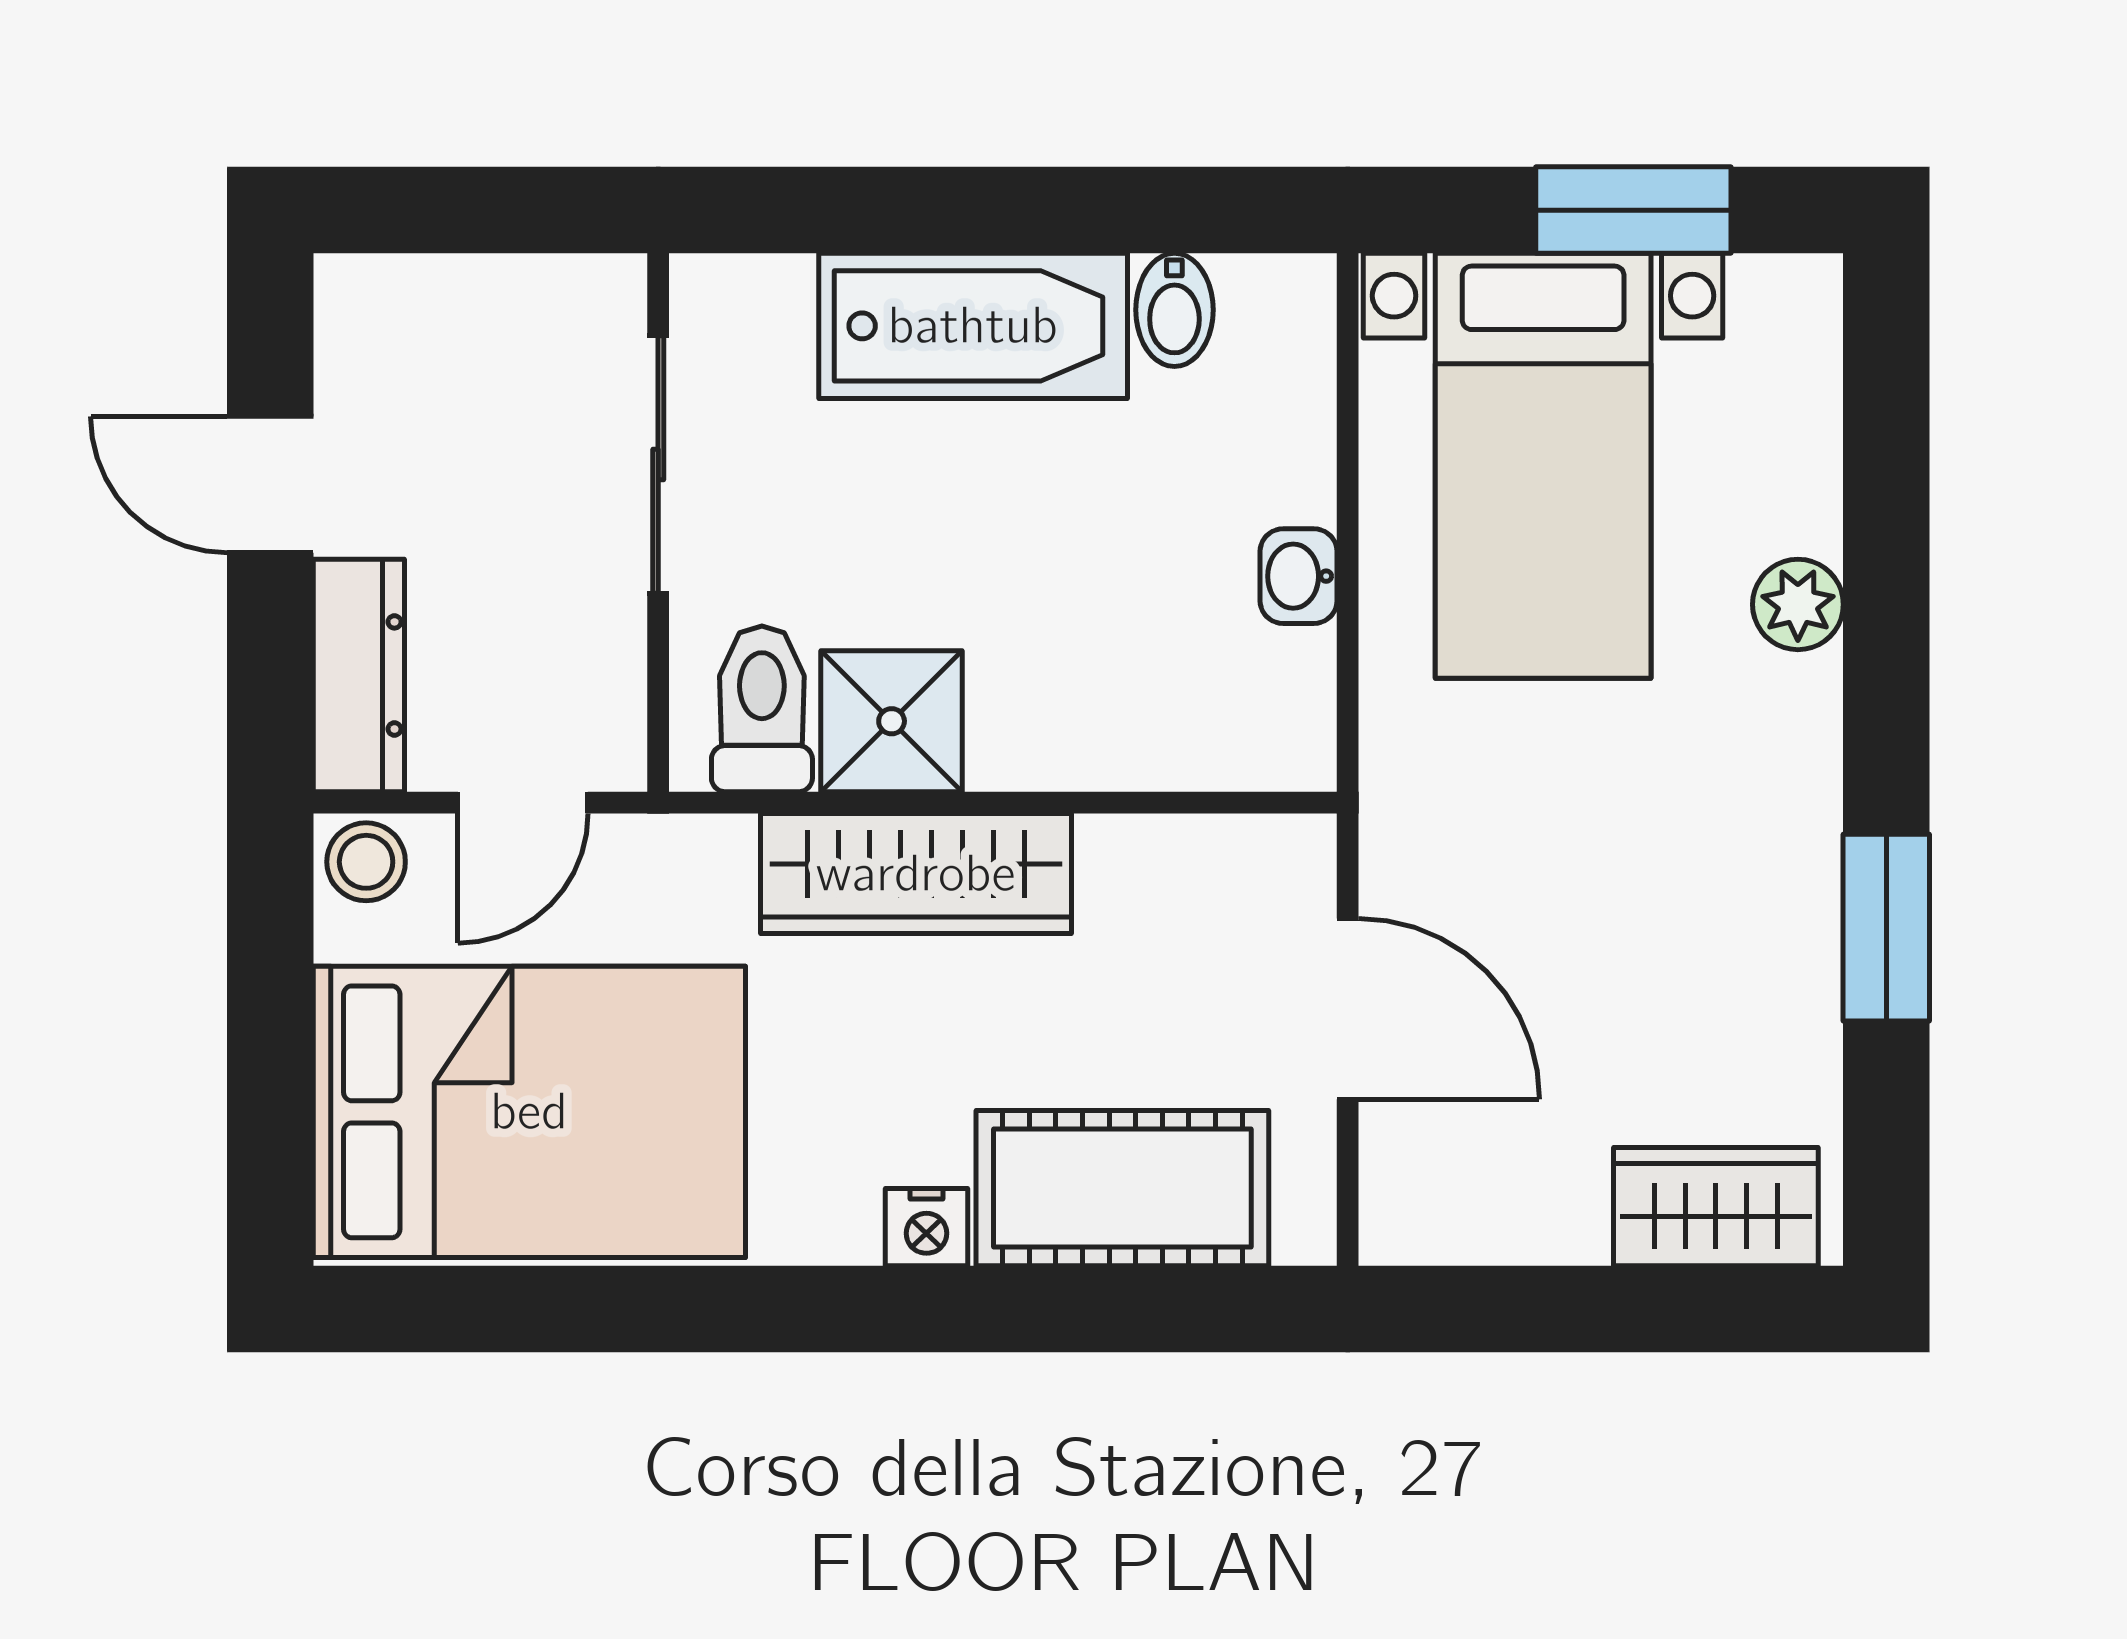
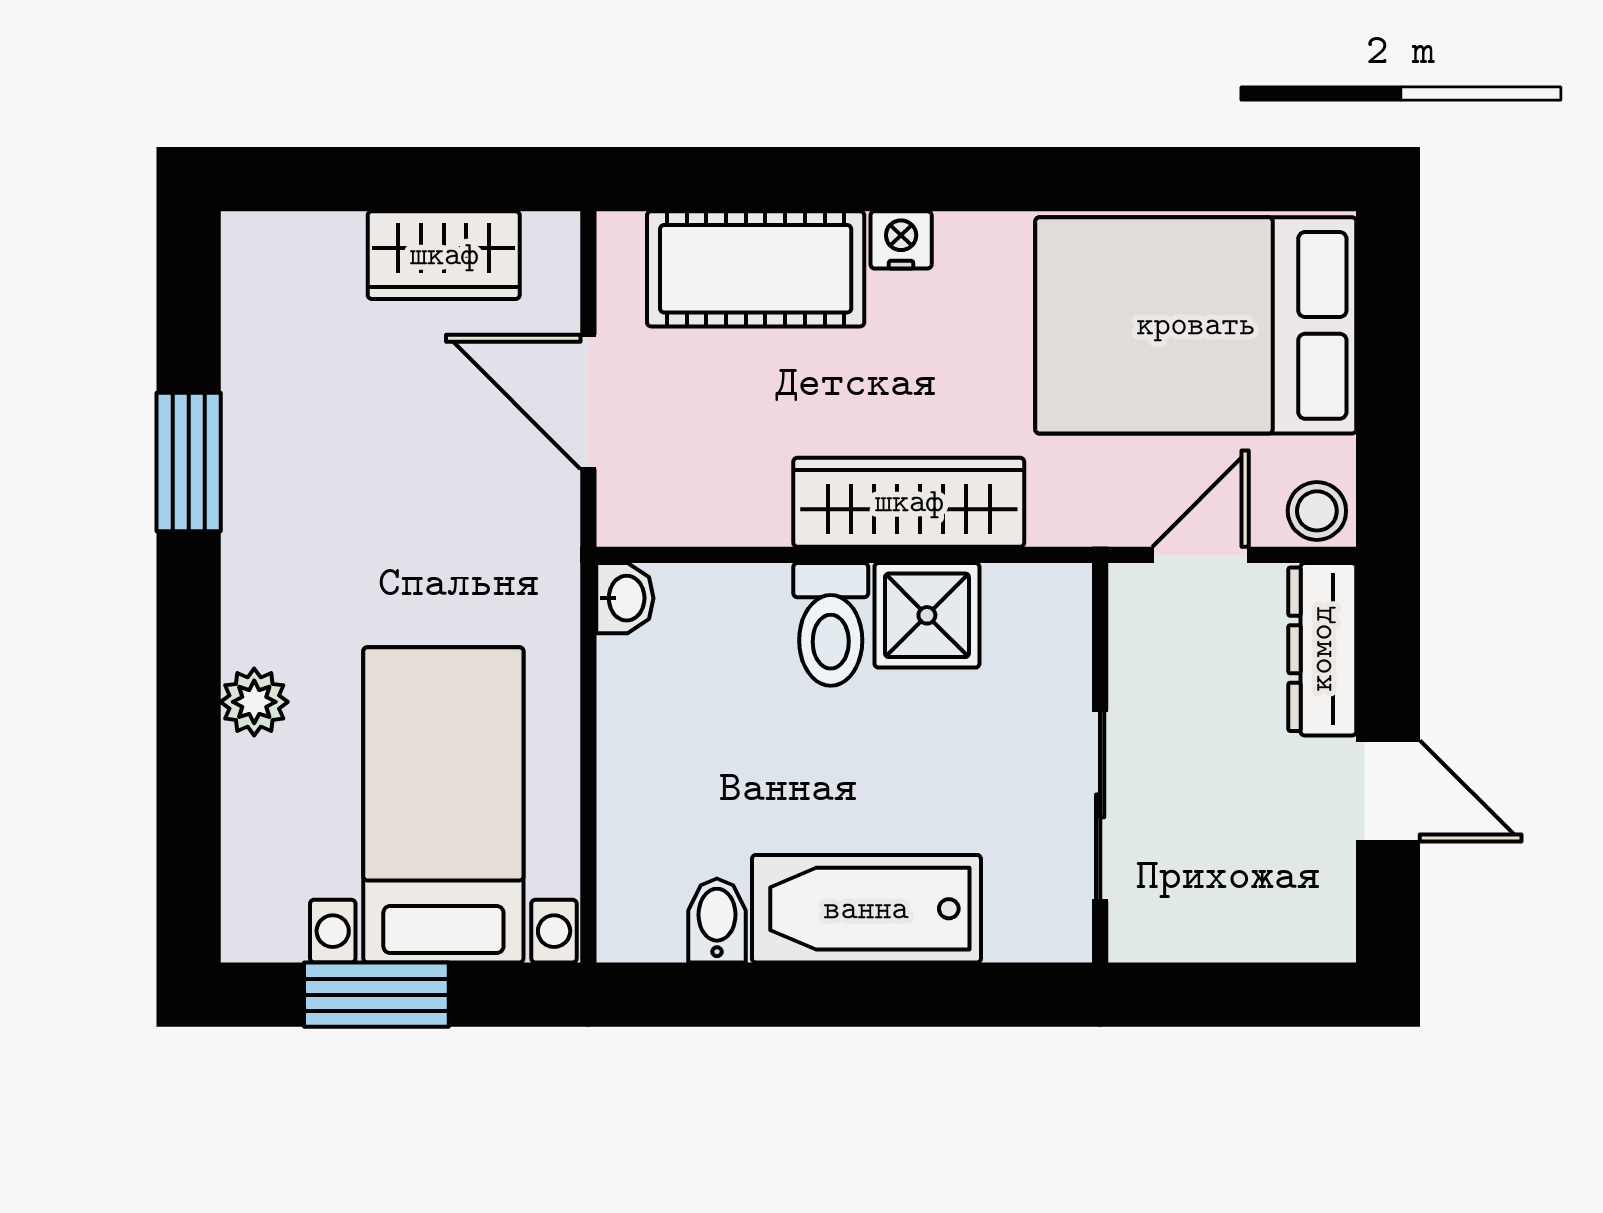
washbasin: (1299, 576) -> (625, 598), moved
toilet: (762, 709) -> (831, 624), moved
wardrobe: (1716, 1207) -> (444, 255), moved

